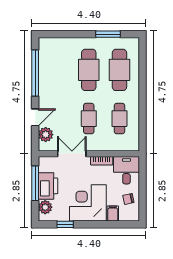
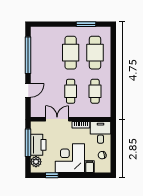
plant: (46, 135) -> (36, 104), removed

